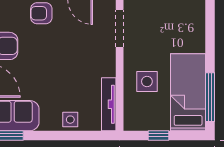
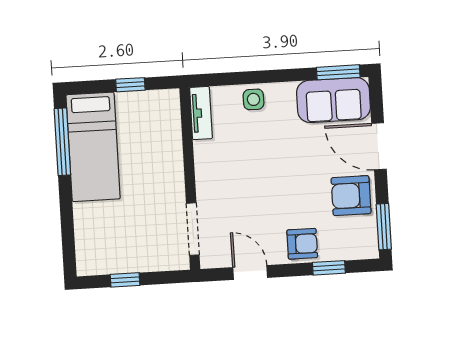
side table: (147, 81) -> (151, 158), removed
tv unit: (109, 104) -> (201, 113), width x0.71

